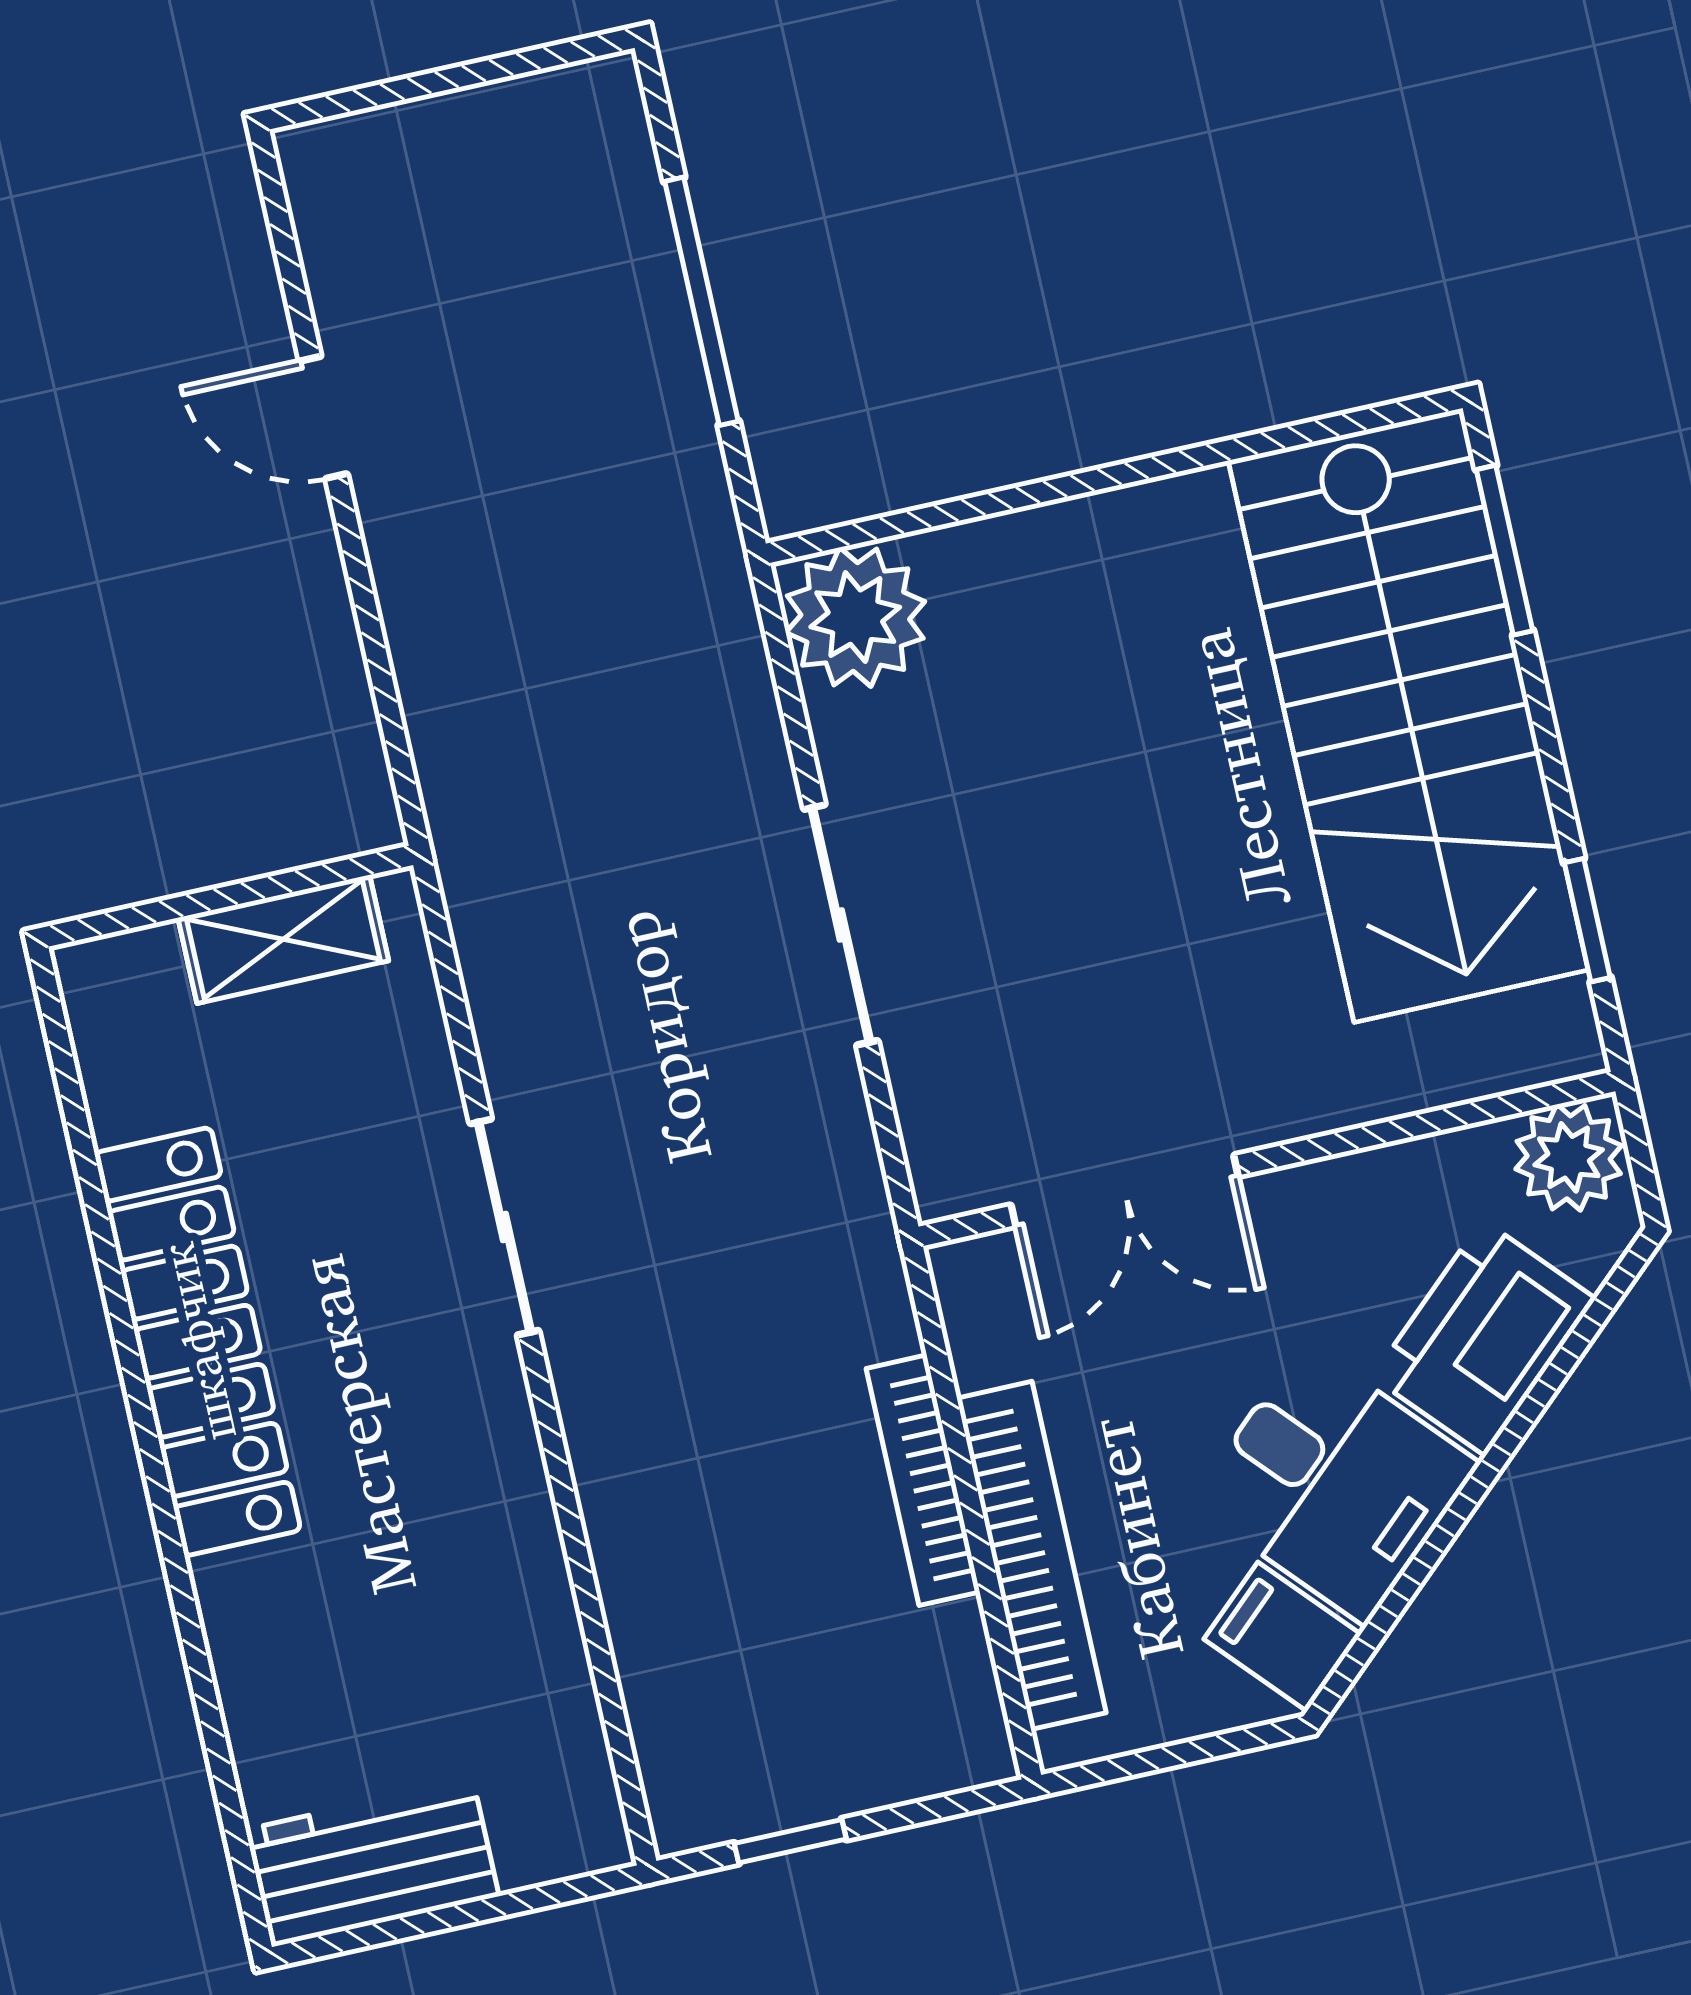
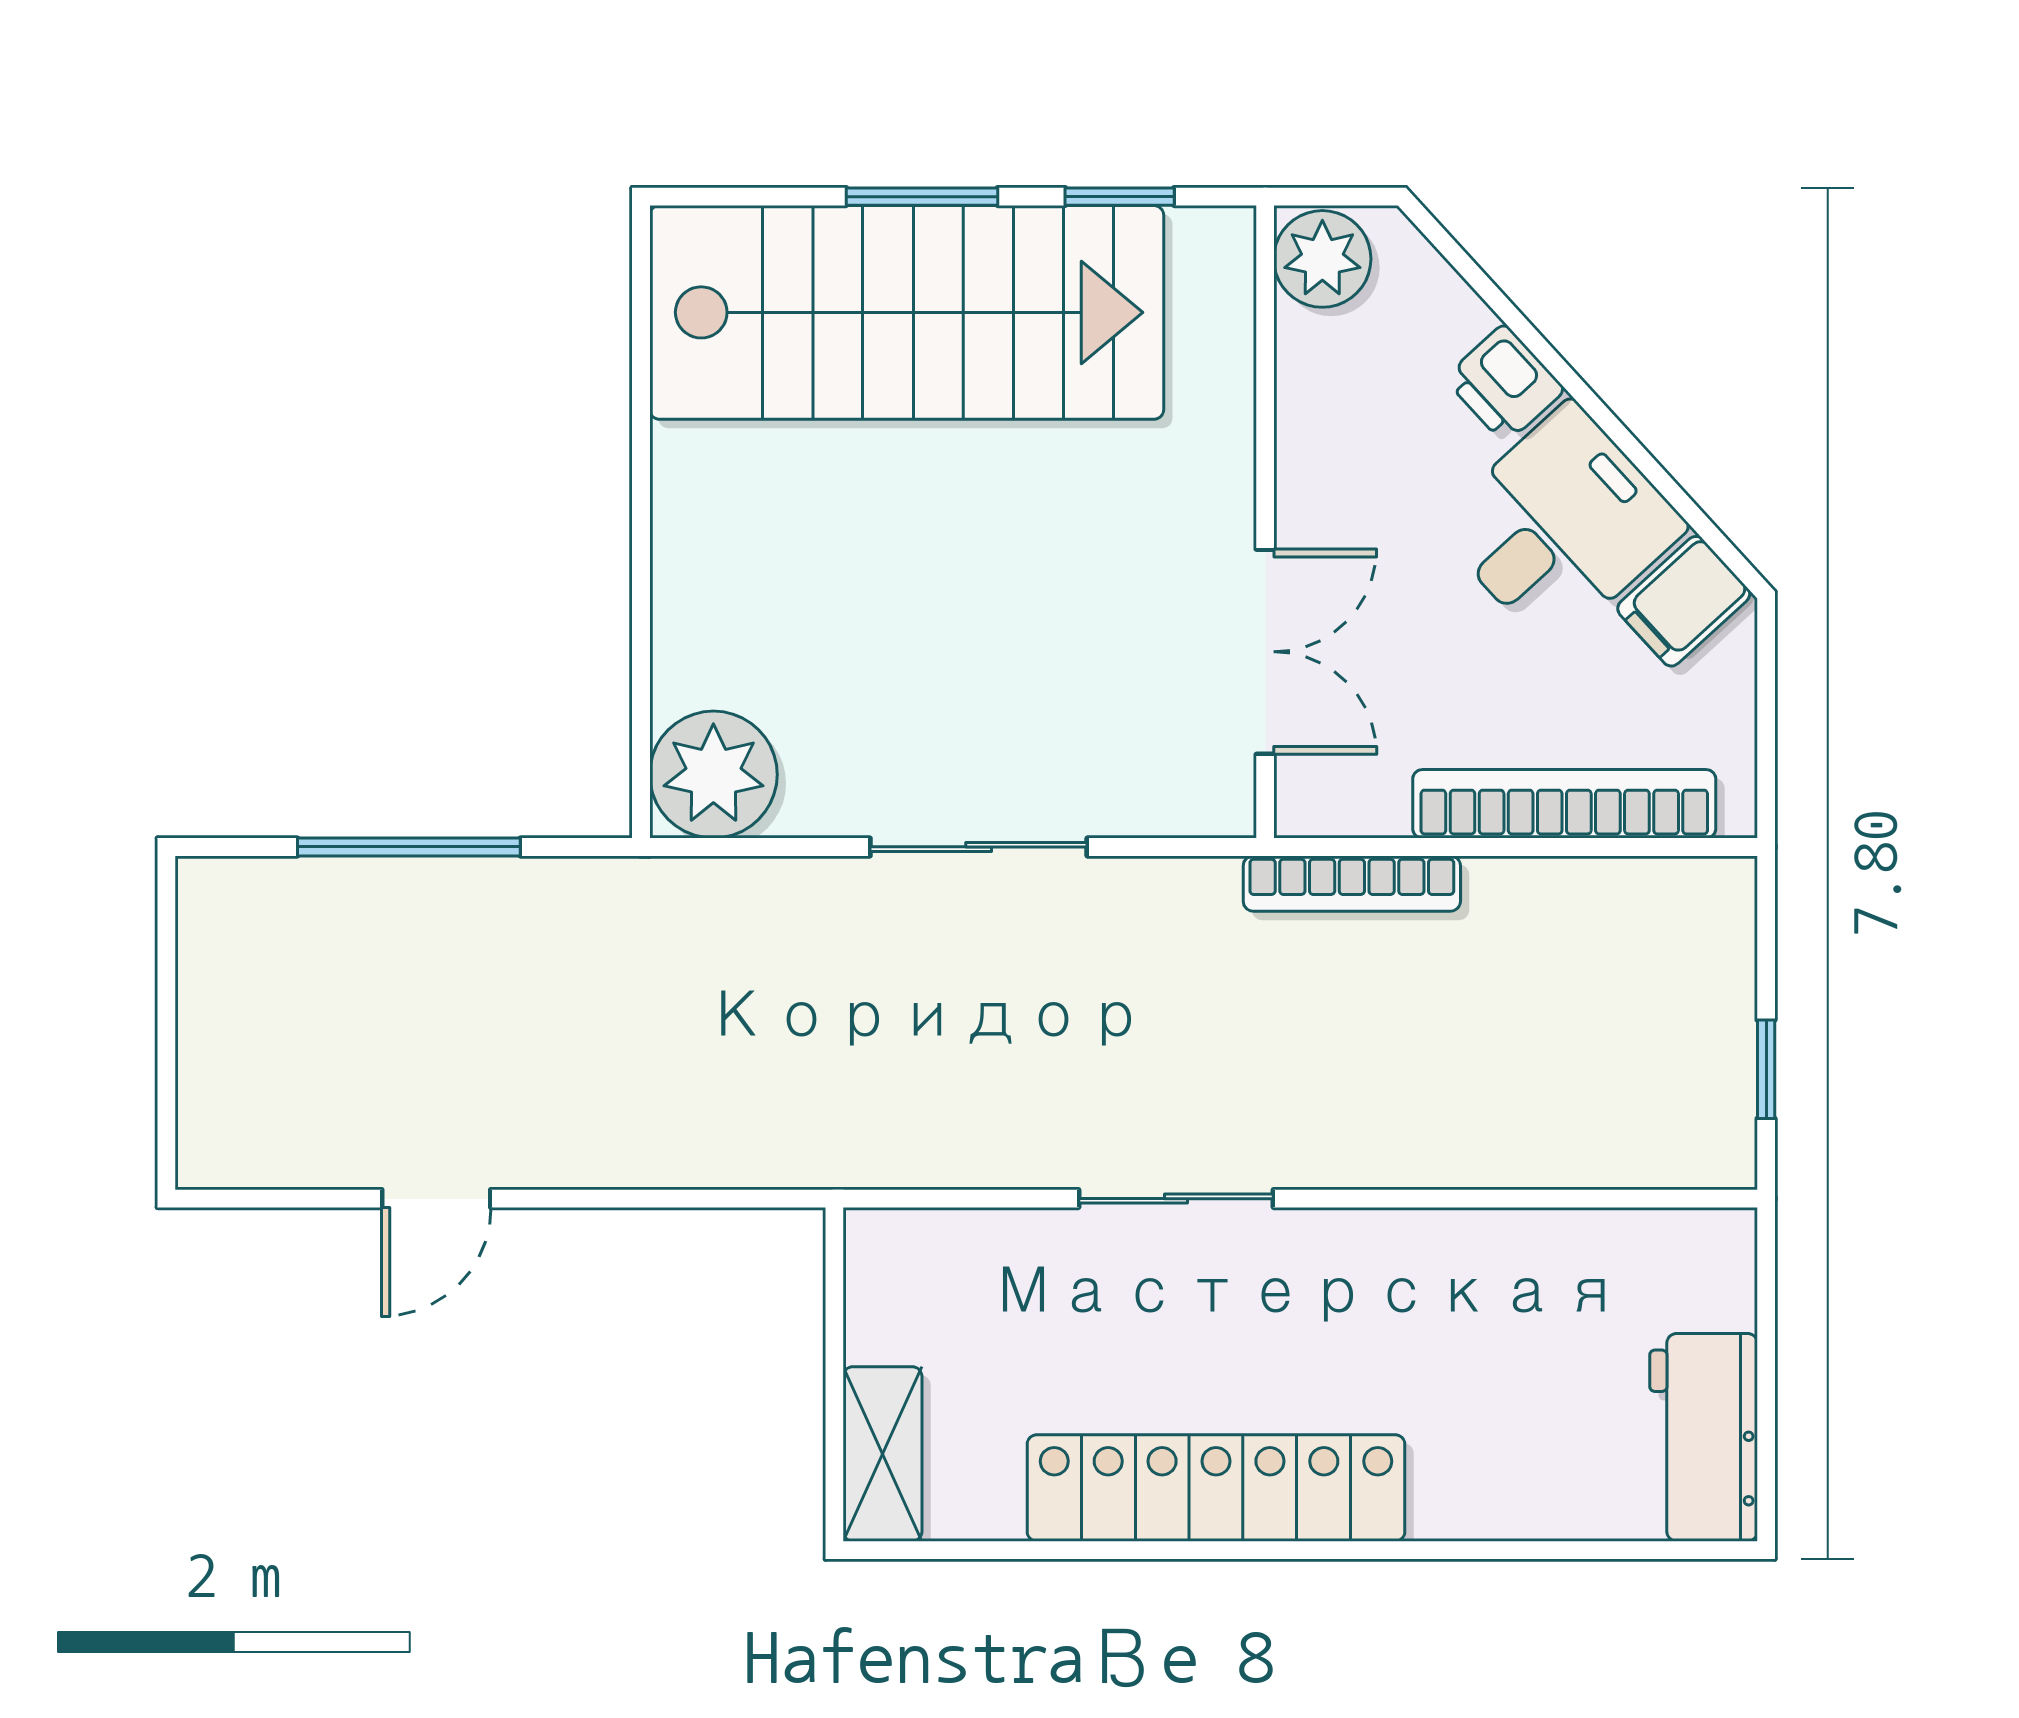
window: (1505, 550) -> (922, 197), moved
shelving: (283, 939) -> (882, 1454), moved
printer: (1484, 1338) -> (1505, 384), width x0.53, depth x0.68
bookcase: (923, 1480) -> (1352, 884), moved

